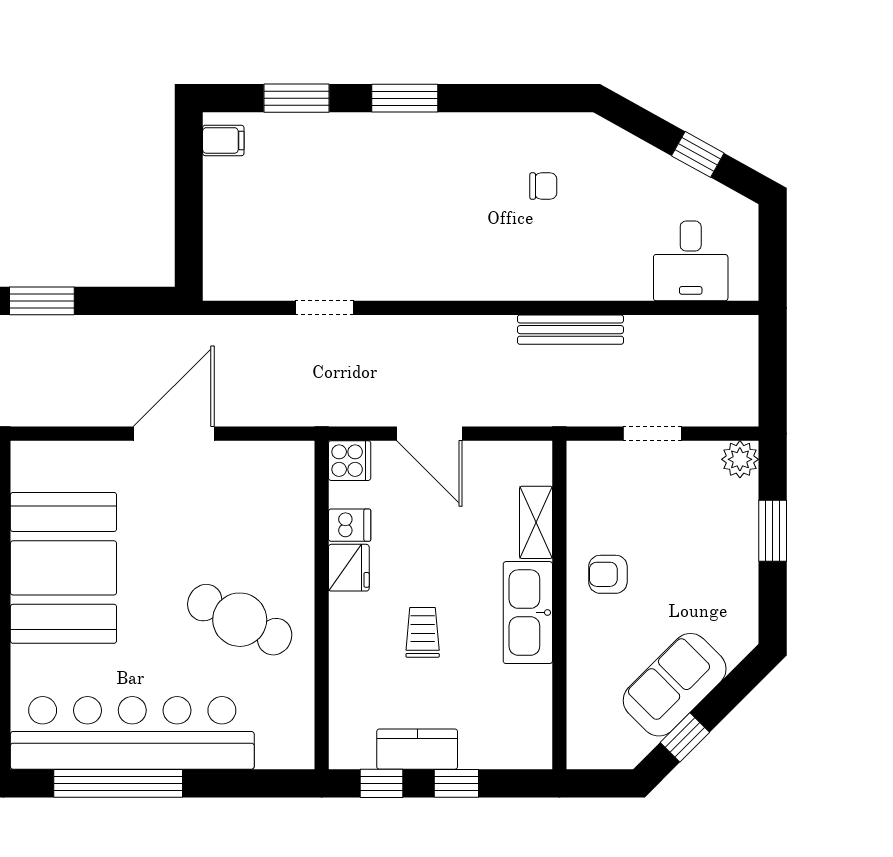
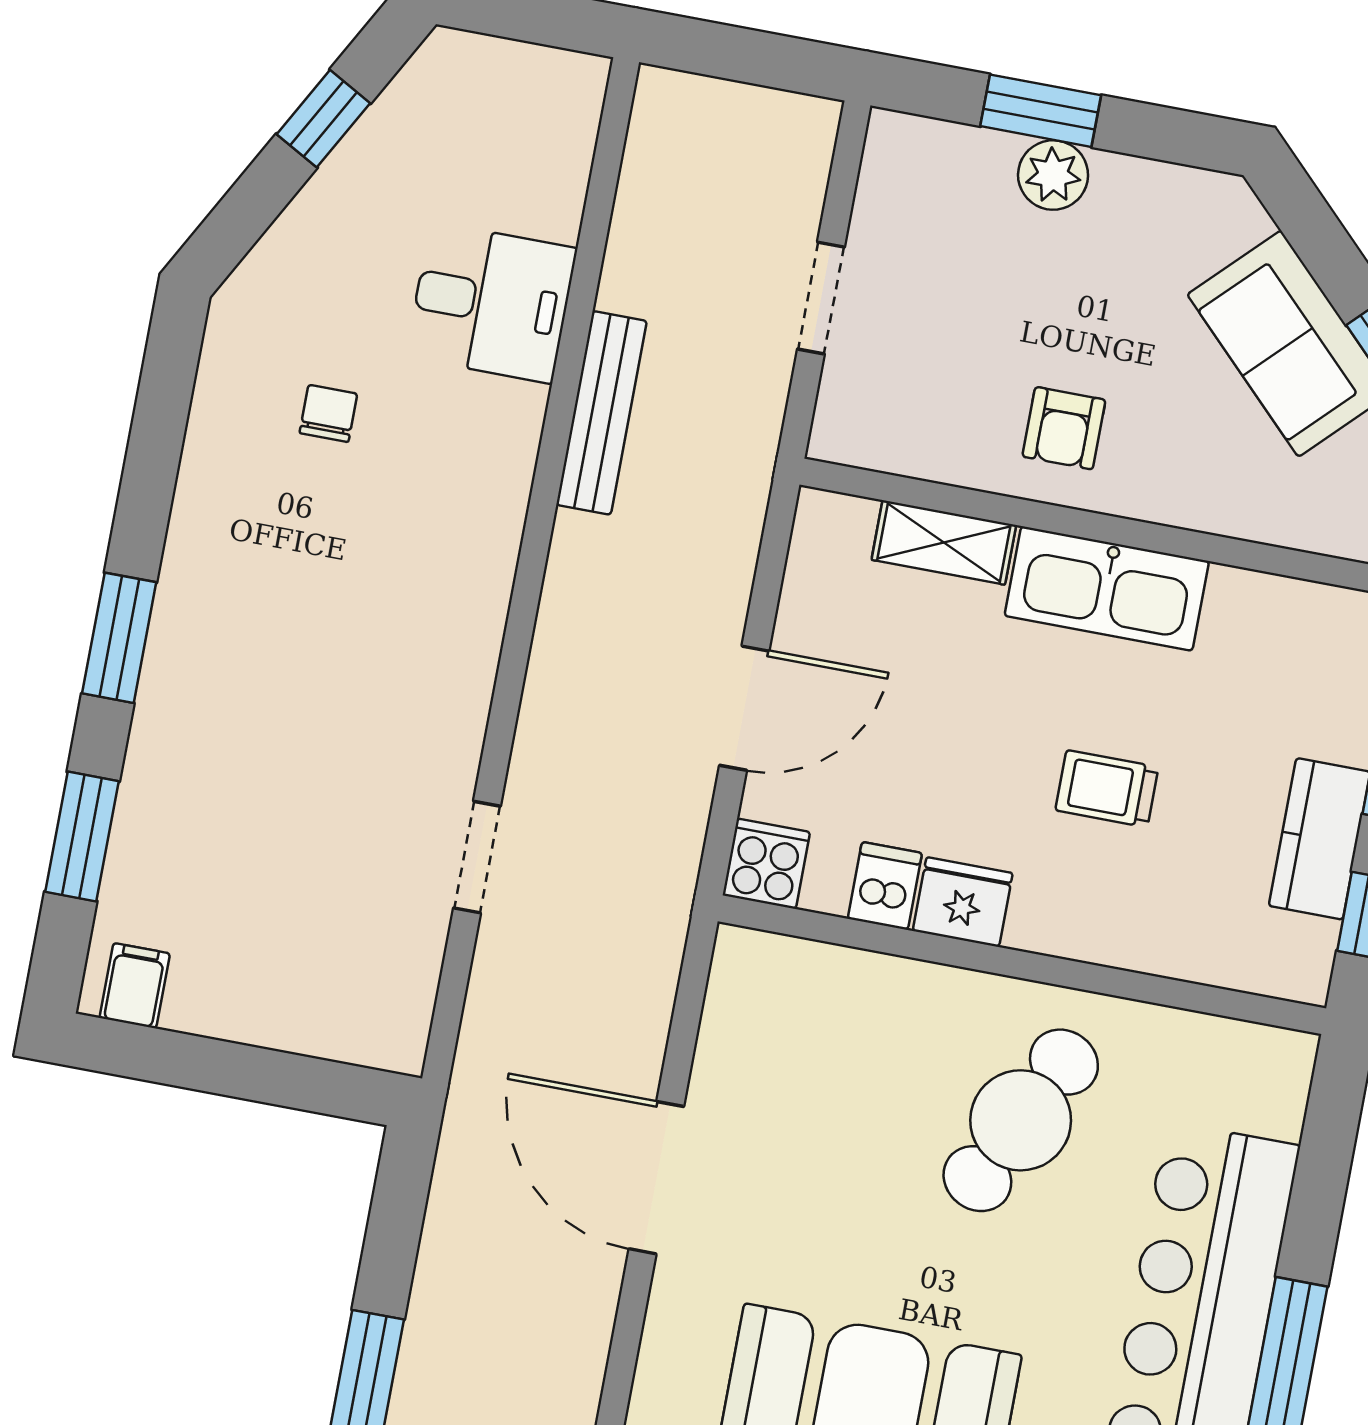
desk: (691, 261) -> (491, 303), moved
plant: (740, 459) -> (1053, 175), moved

